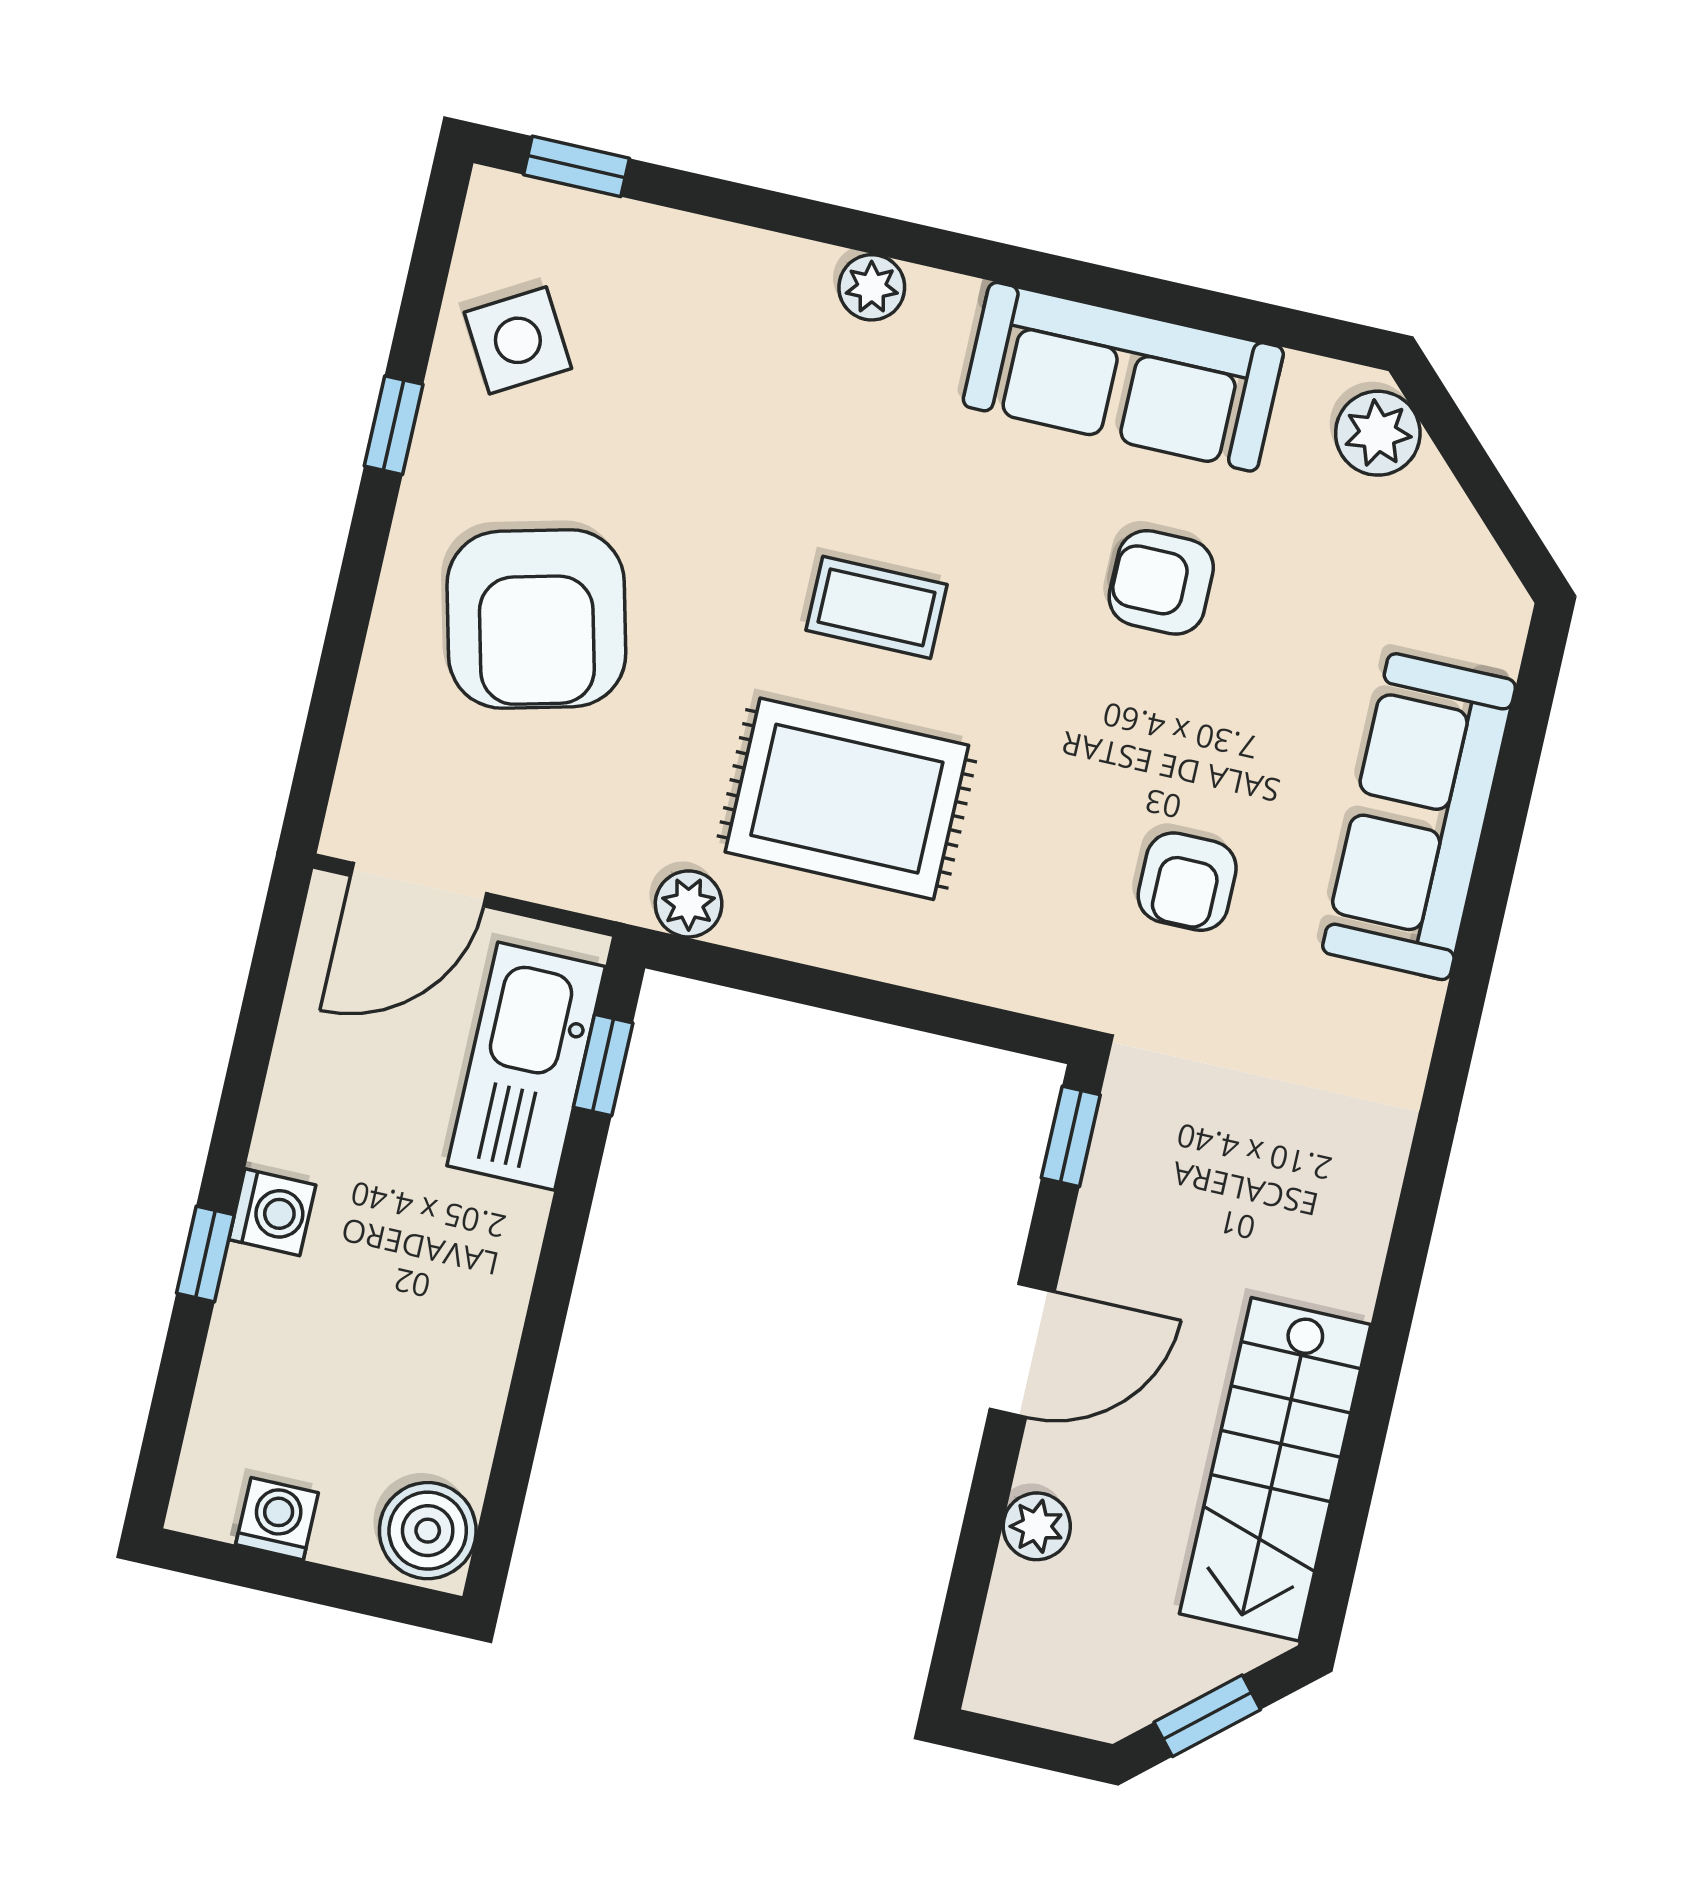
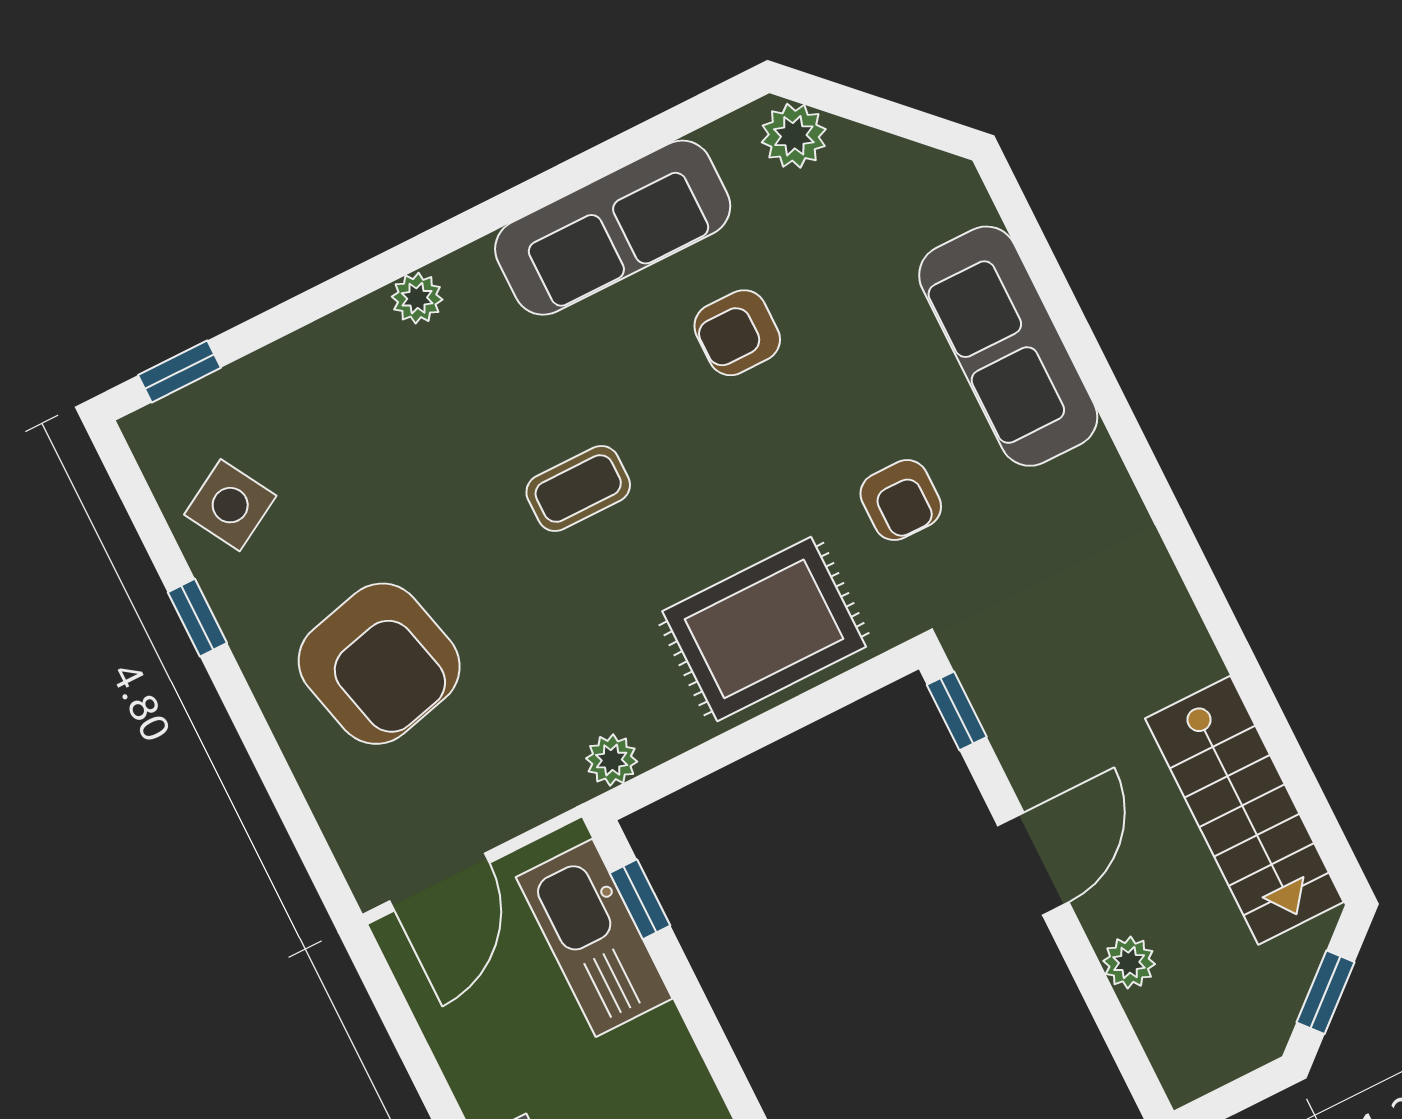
rug: (847, 799) -> (764, 629), moved

